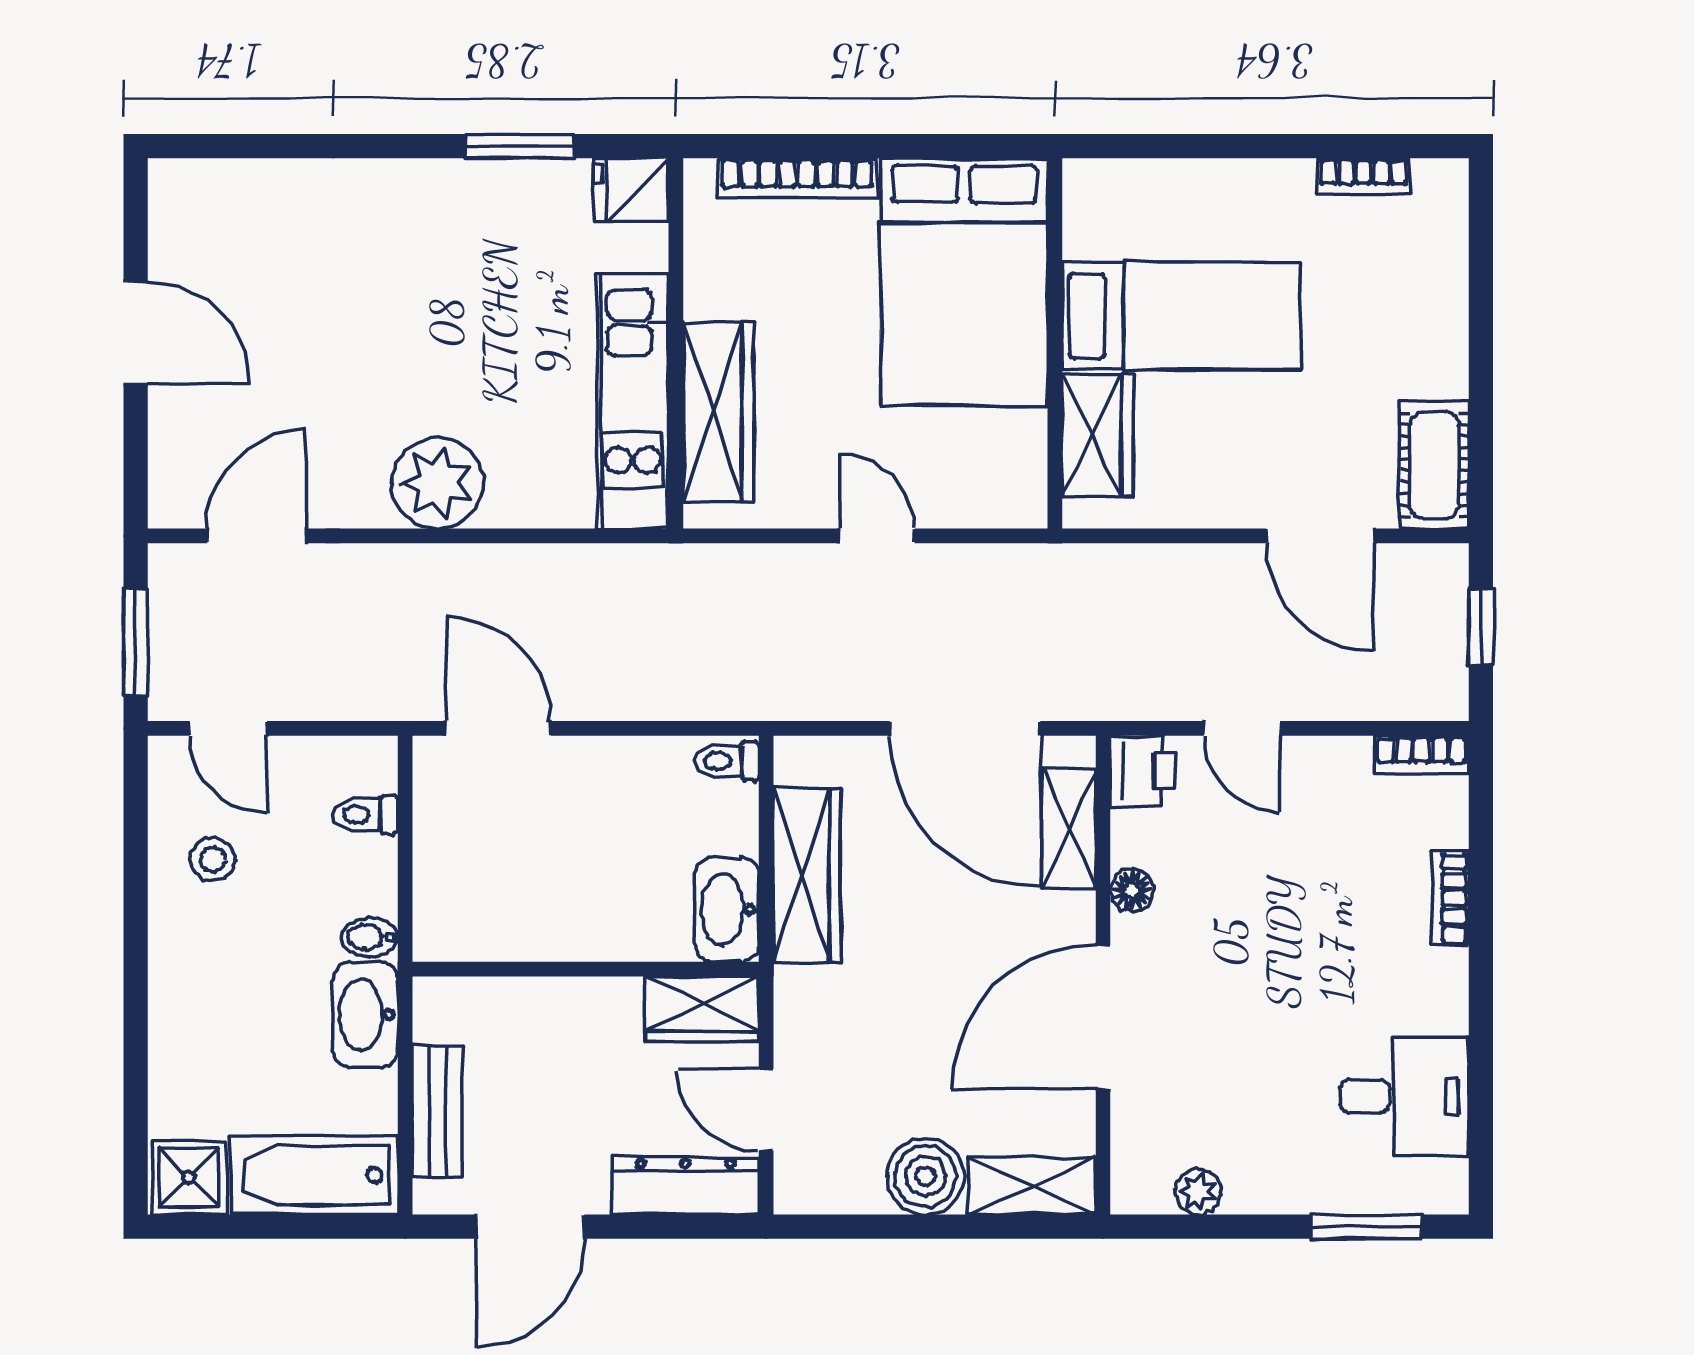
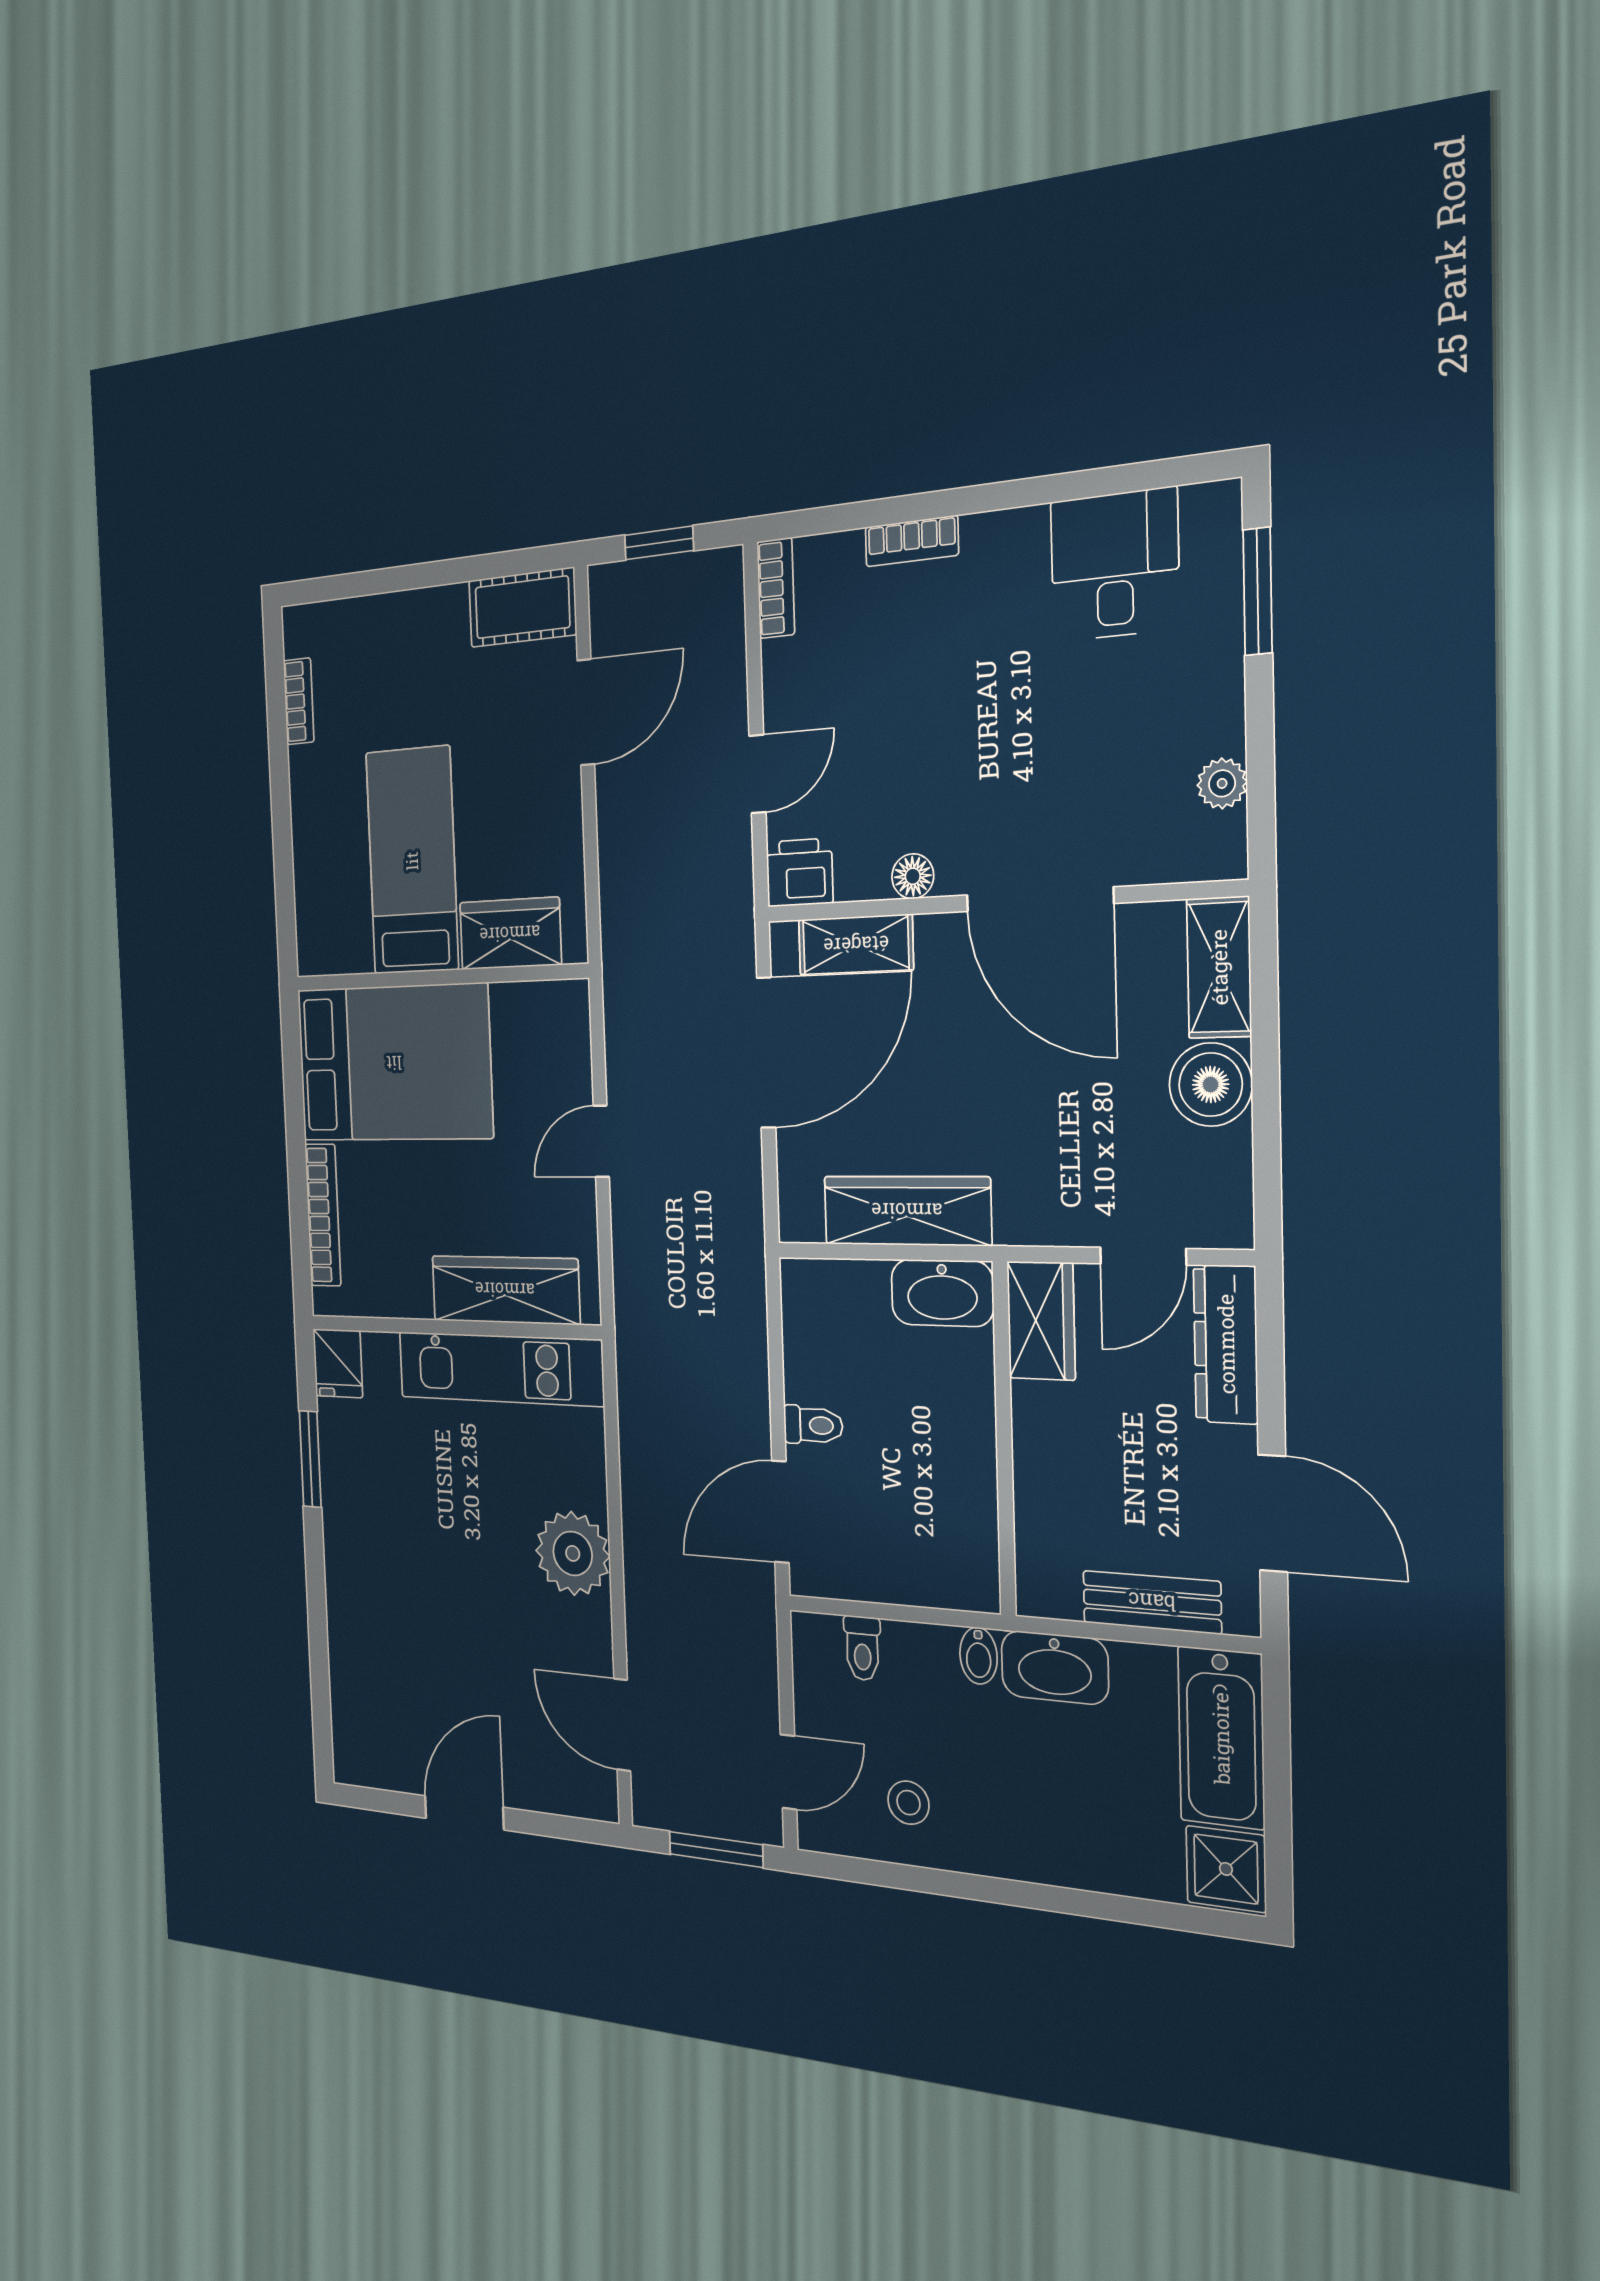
toilet: (727, 761) -> (813, 1425), moved, turned -90

